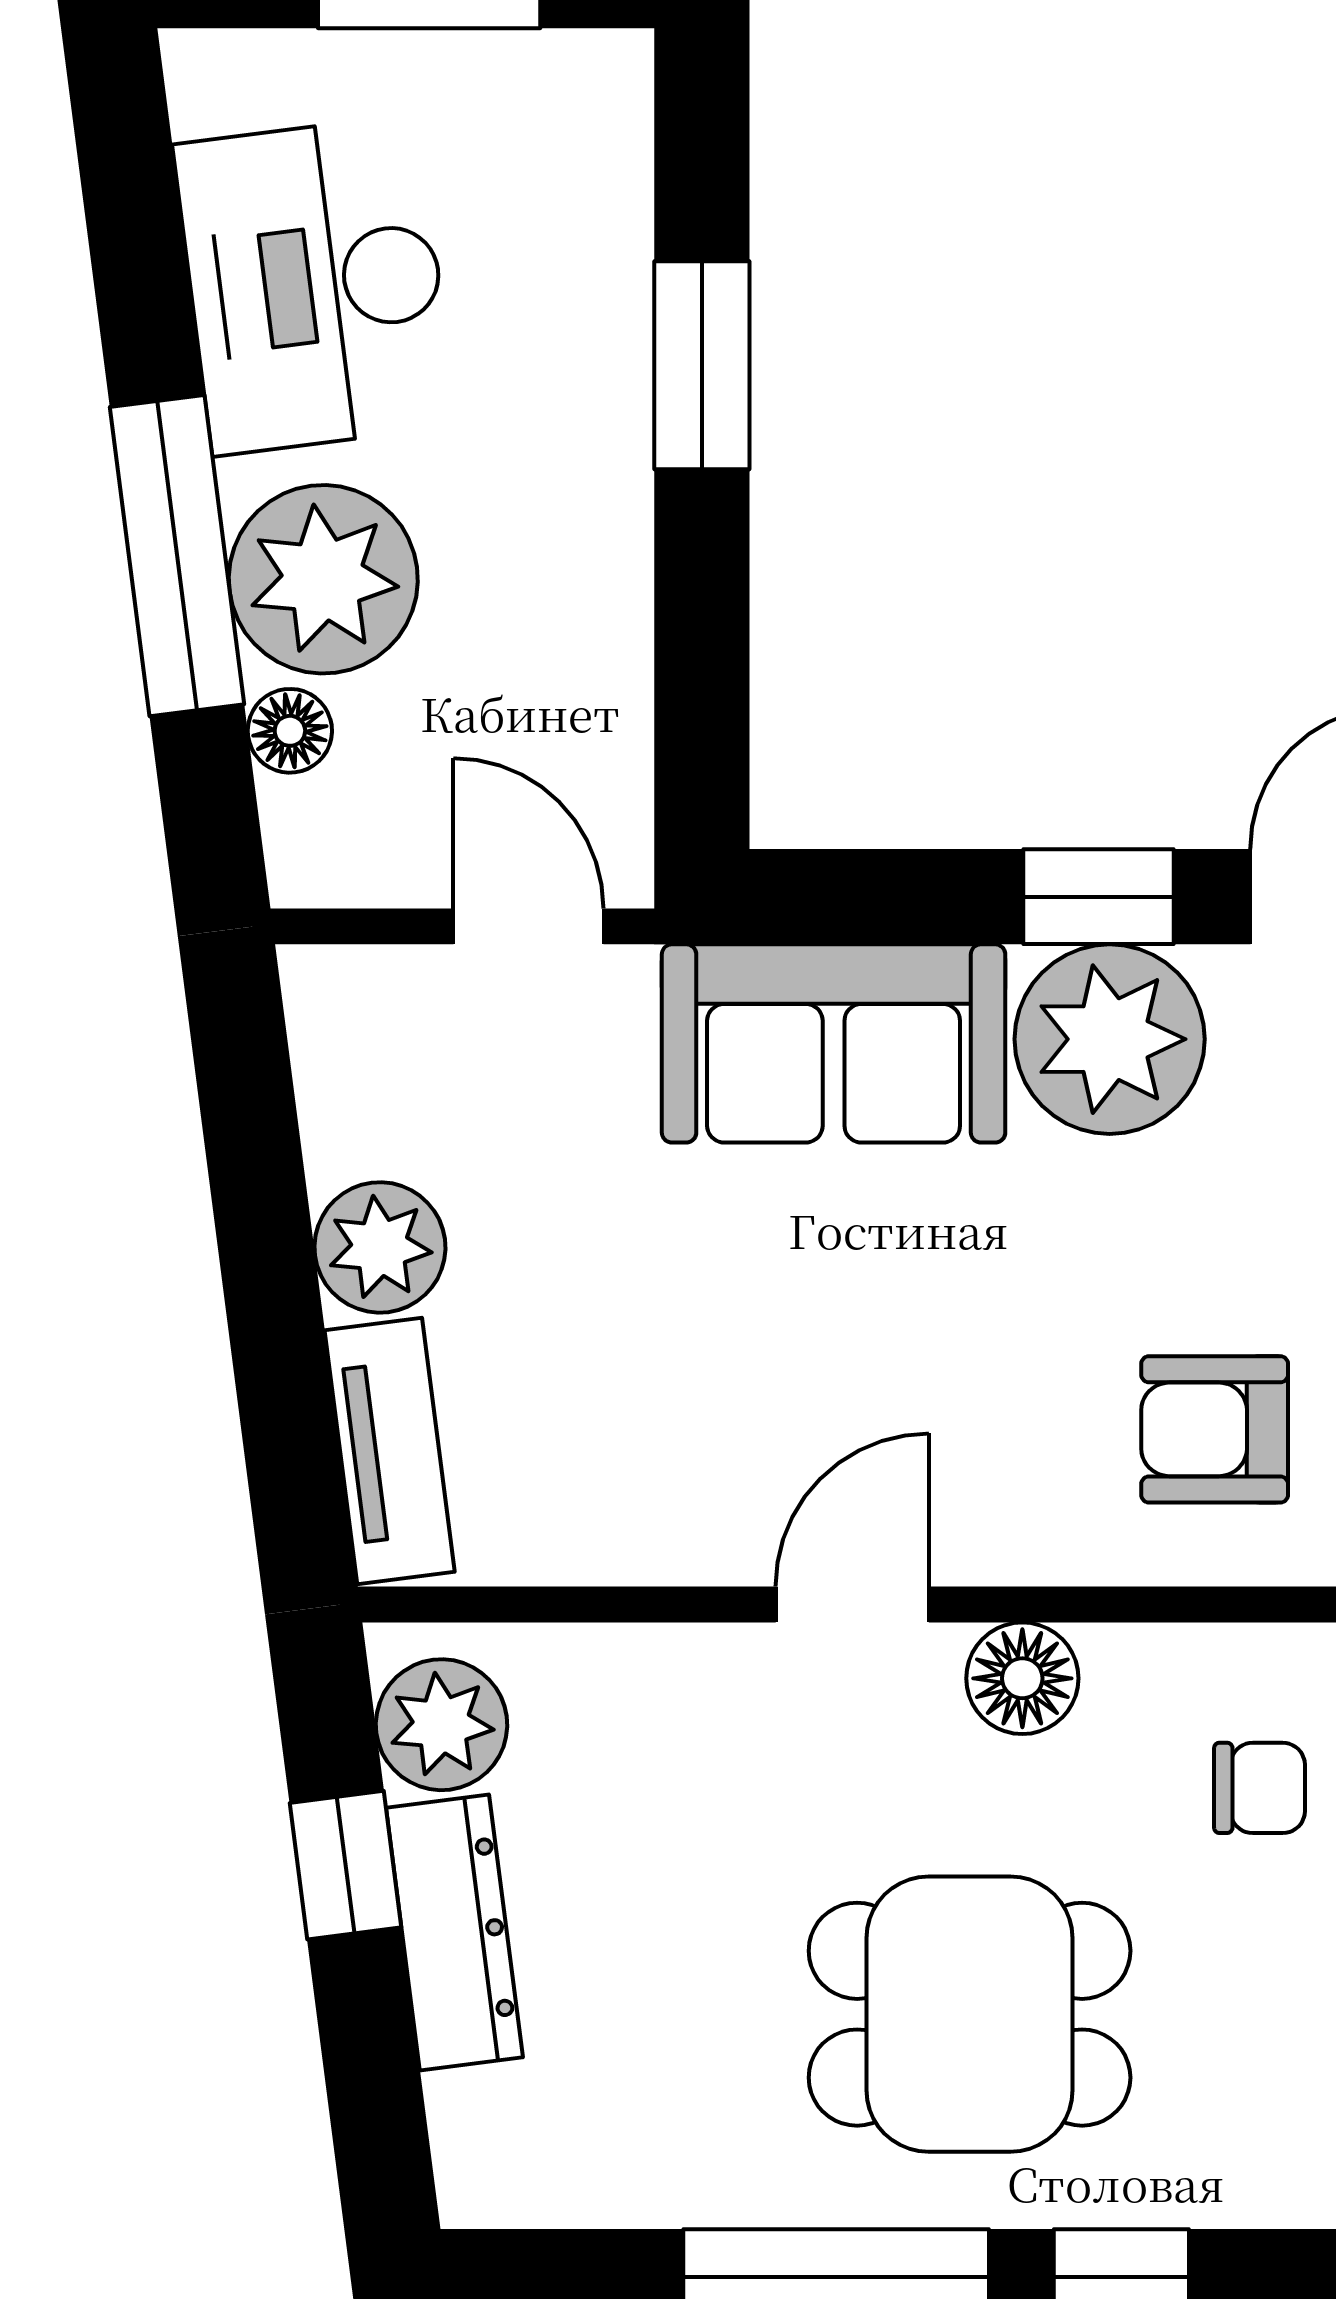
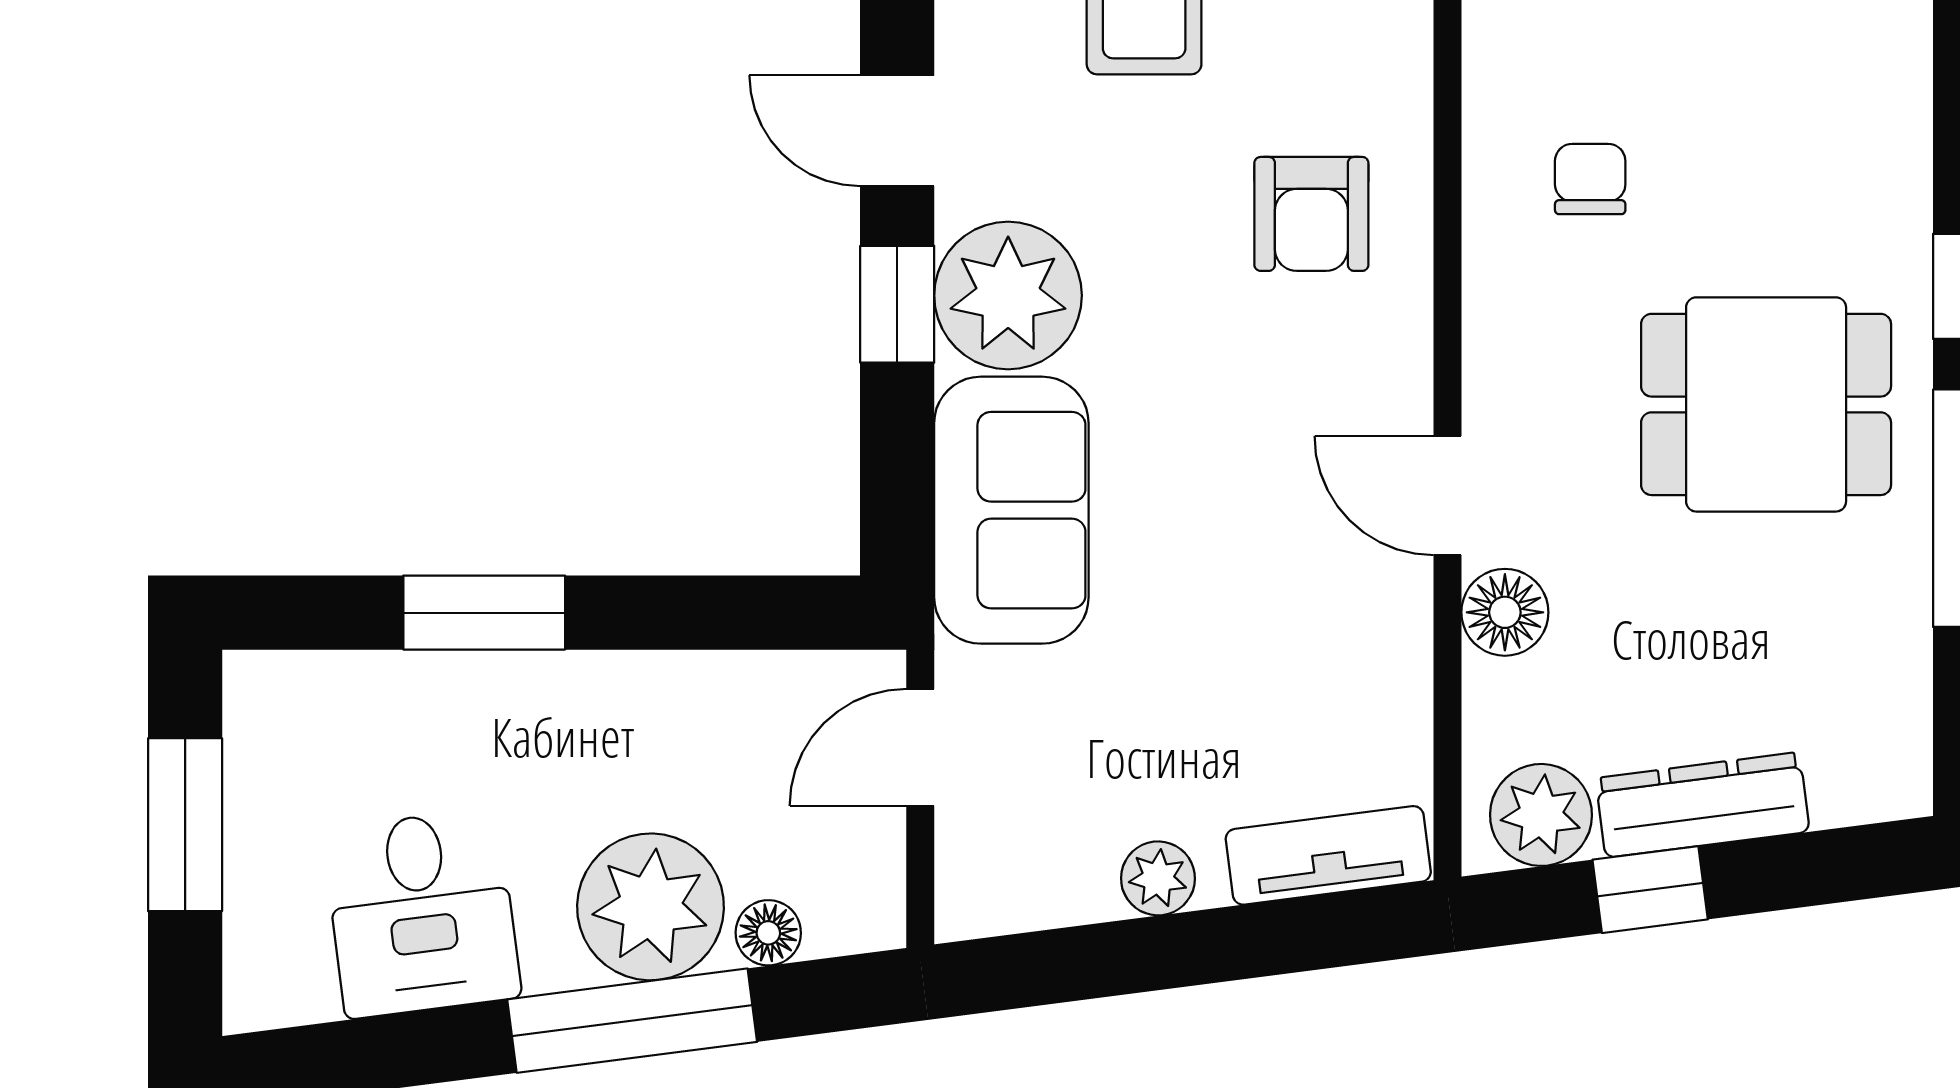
desk: (315, 285) -> (422, 913), width x0.73
plant: (380, 1247) -> (1158, 878), width x0.73, depth x0.73
floor lamp: (1022, 1678) -> (1505, 612), moved
dining table: (970, 2014) -> (1766, 404), turned 90

